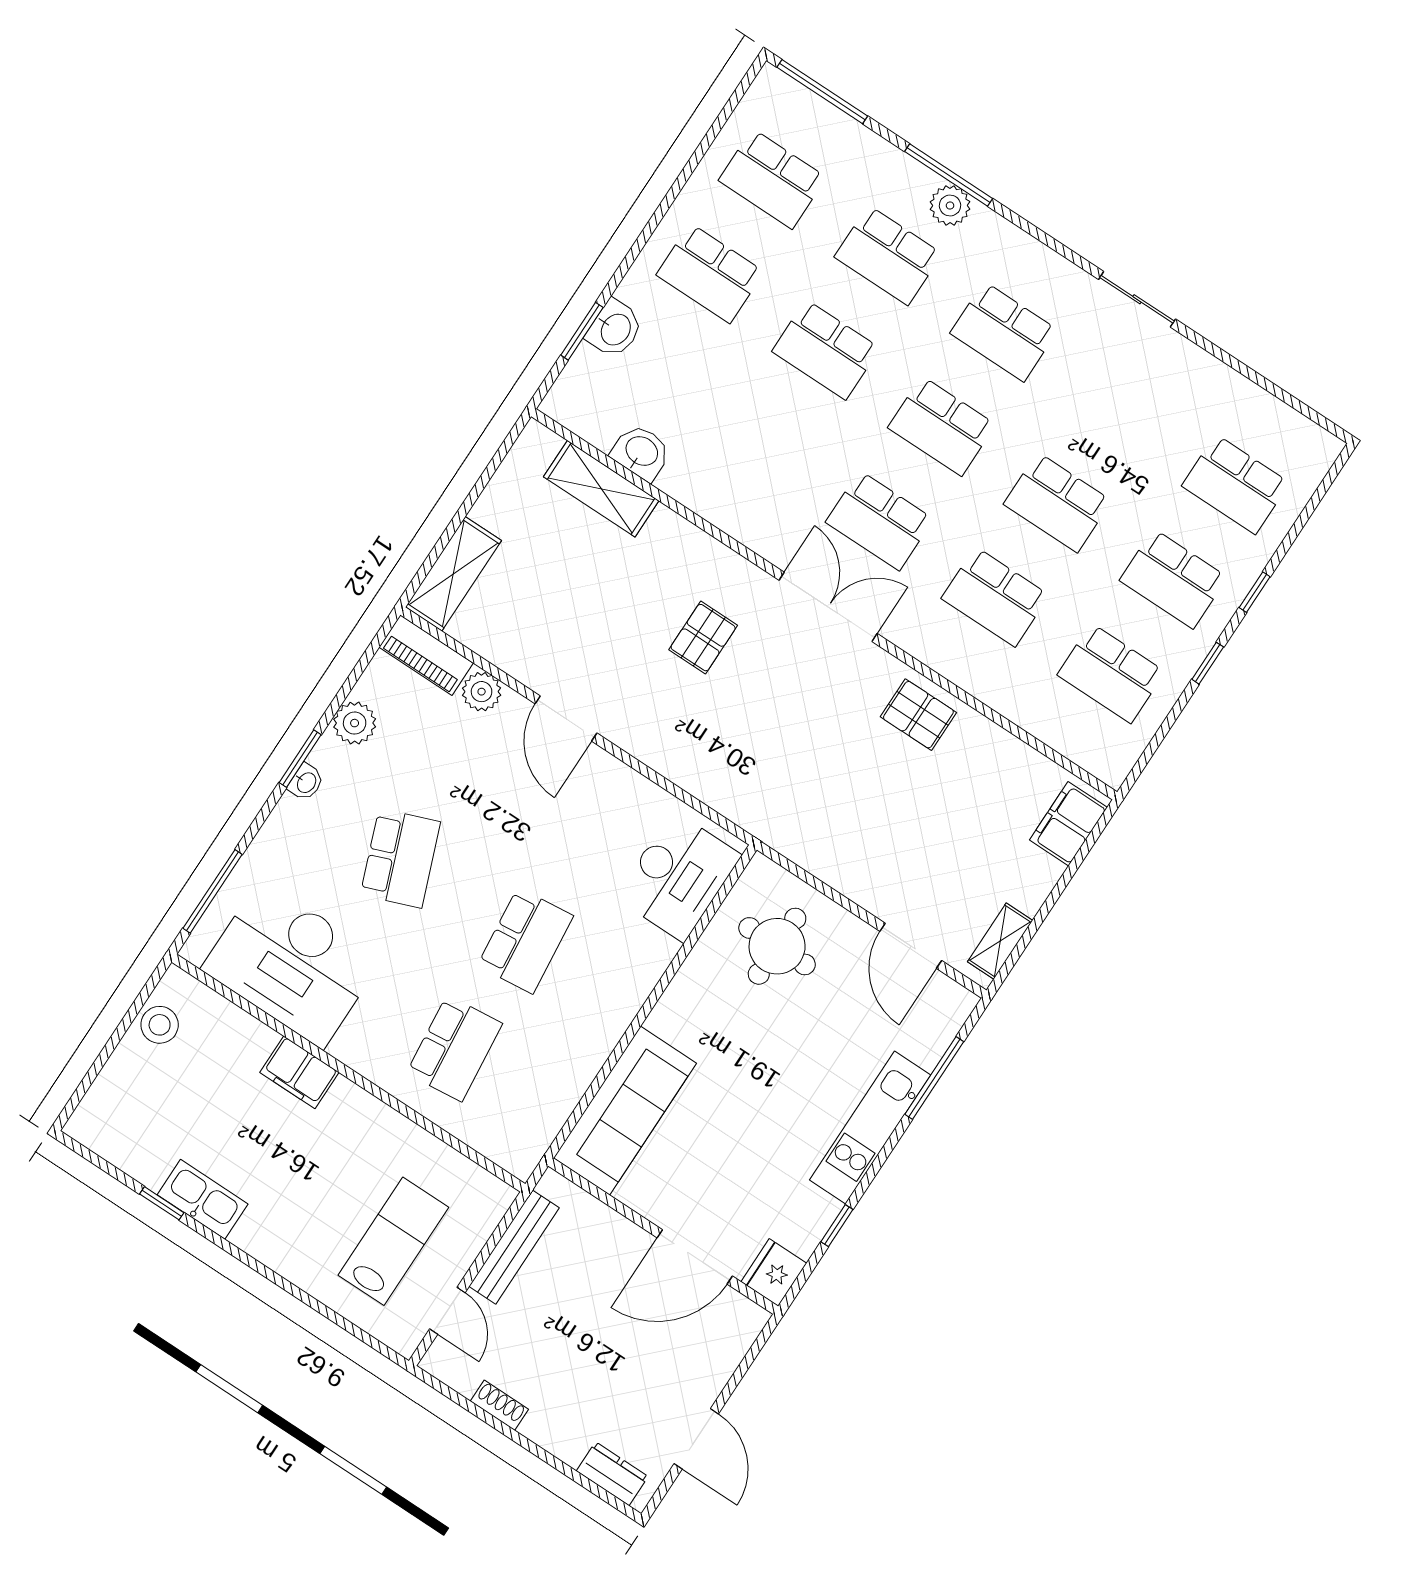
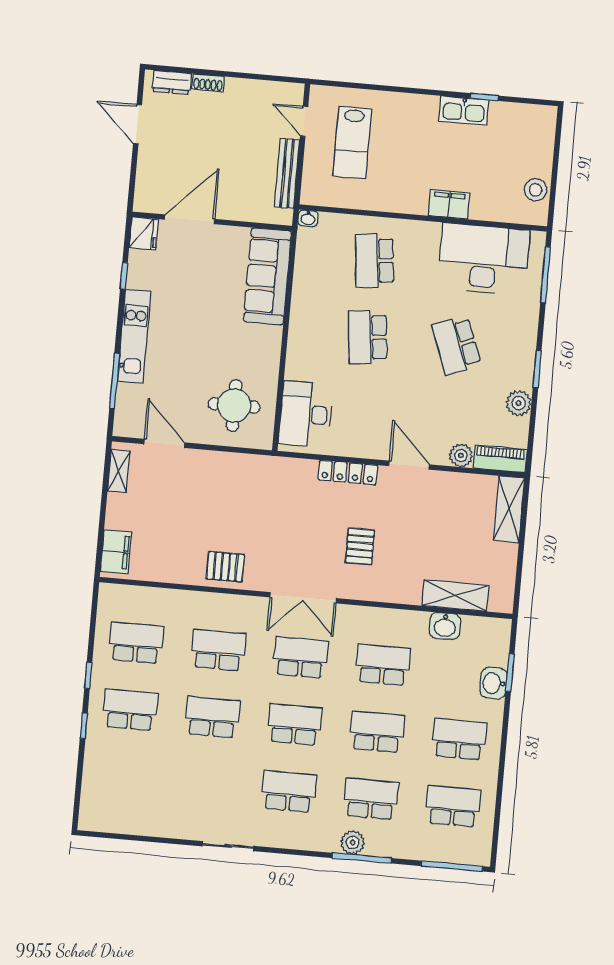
school desk: (1236, 484) -> (383, 665), moved
locker: (662, 756) -> (348, 472), added
washbasin: (306, 782) -> (308, 218), moved, turned -90
shoe rack: (499, 1405) -> (208, 83), moved

